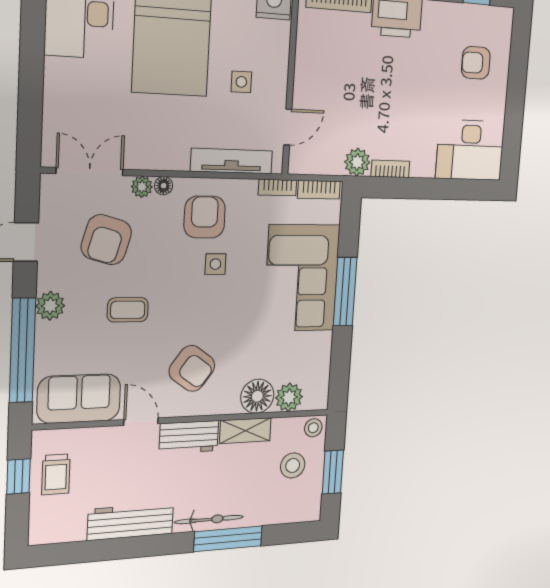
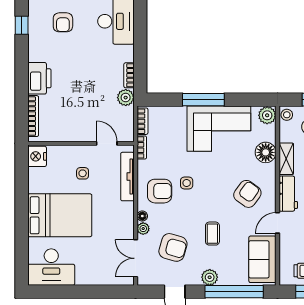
armchair: (205, 217) -> (160, 191), turned 180
corner sofa: (302, 278) -> (219, 129), moved
plant: (289, 397) -> (267, 115), moved

